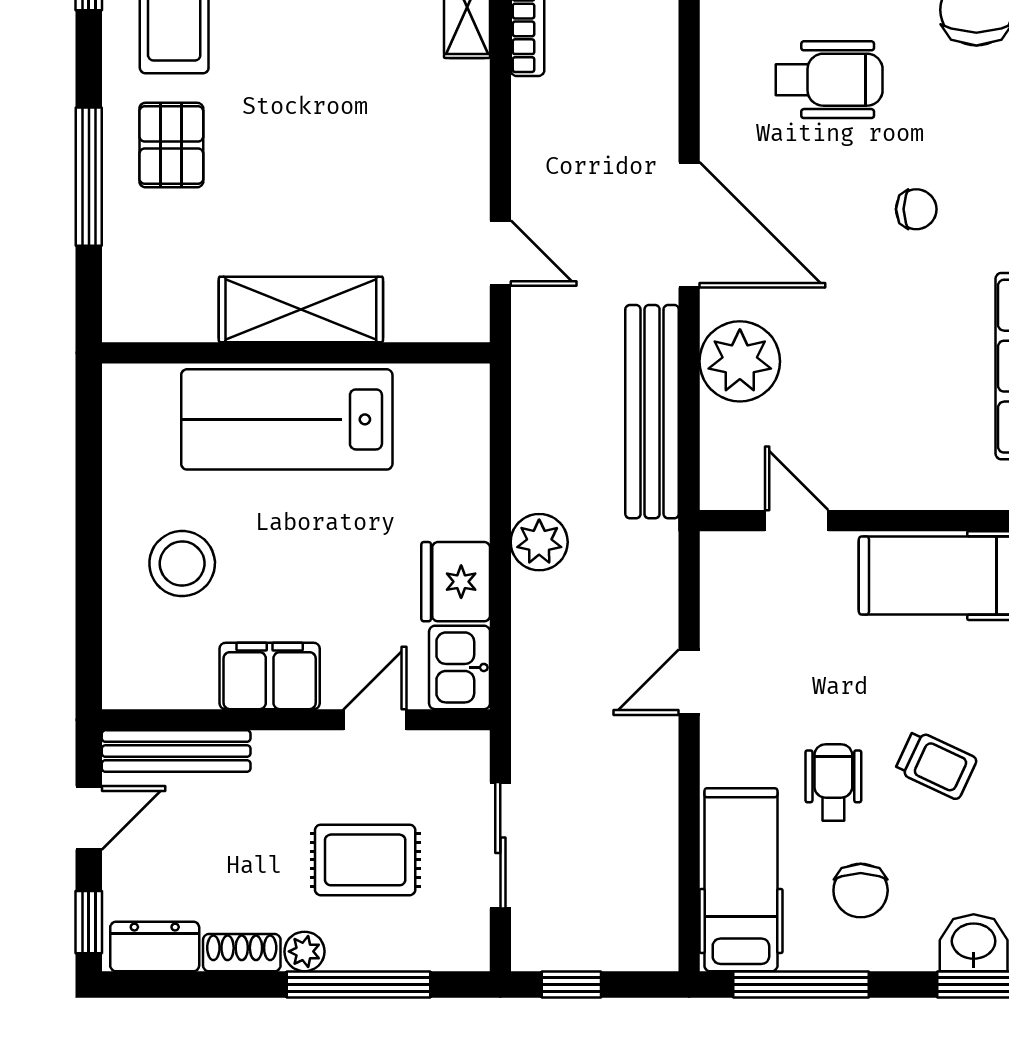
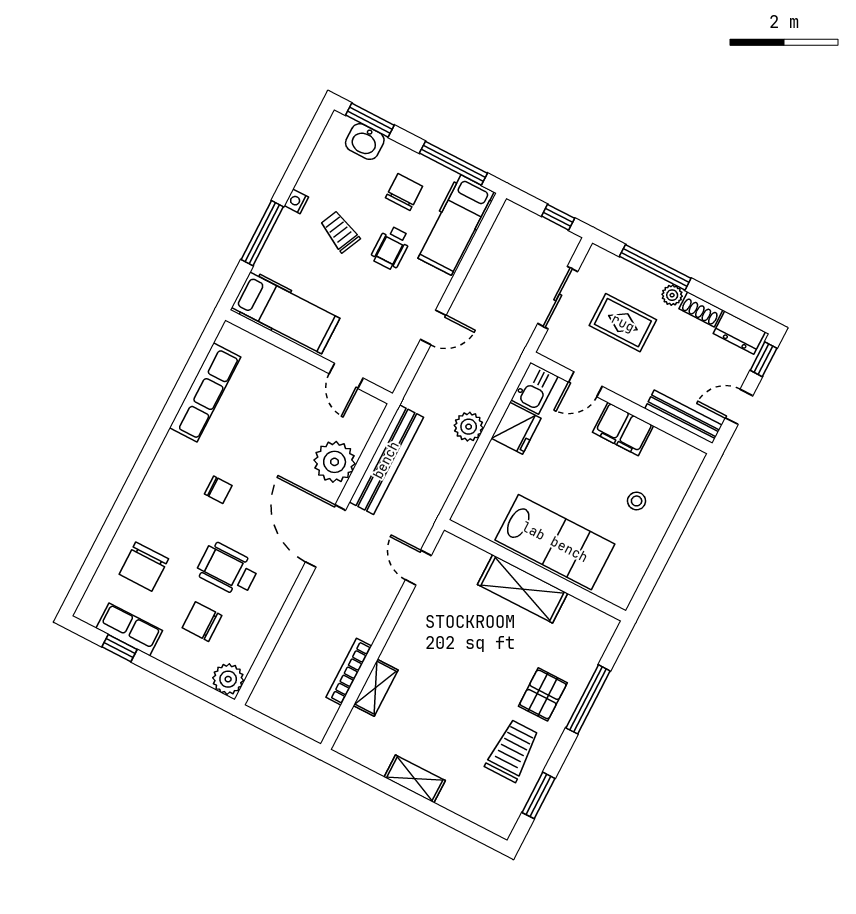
chair: (916, 209) -> (218, 490), turned 180
stool: (182, 564) -> (637, 501), width x0.53, depth x0.53

